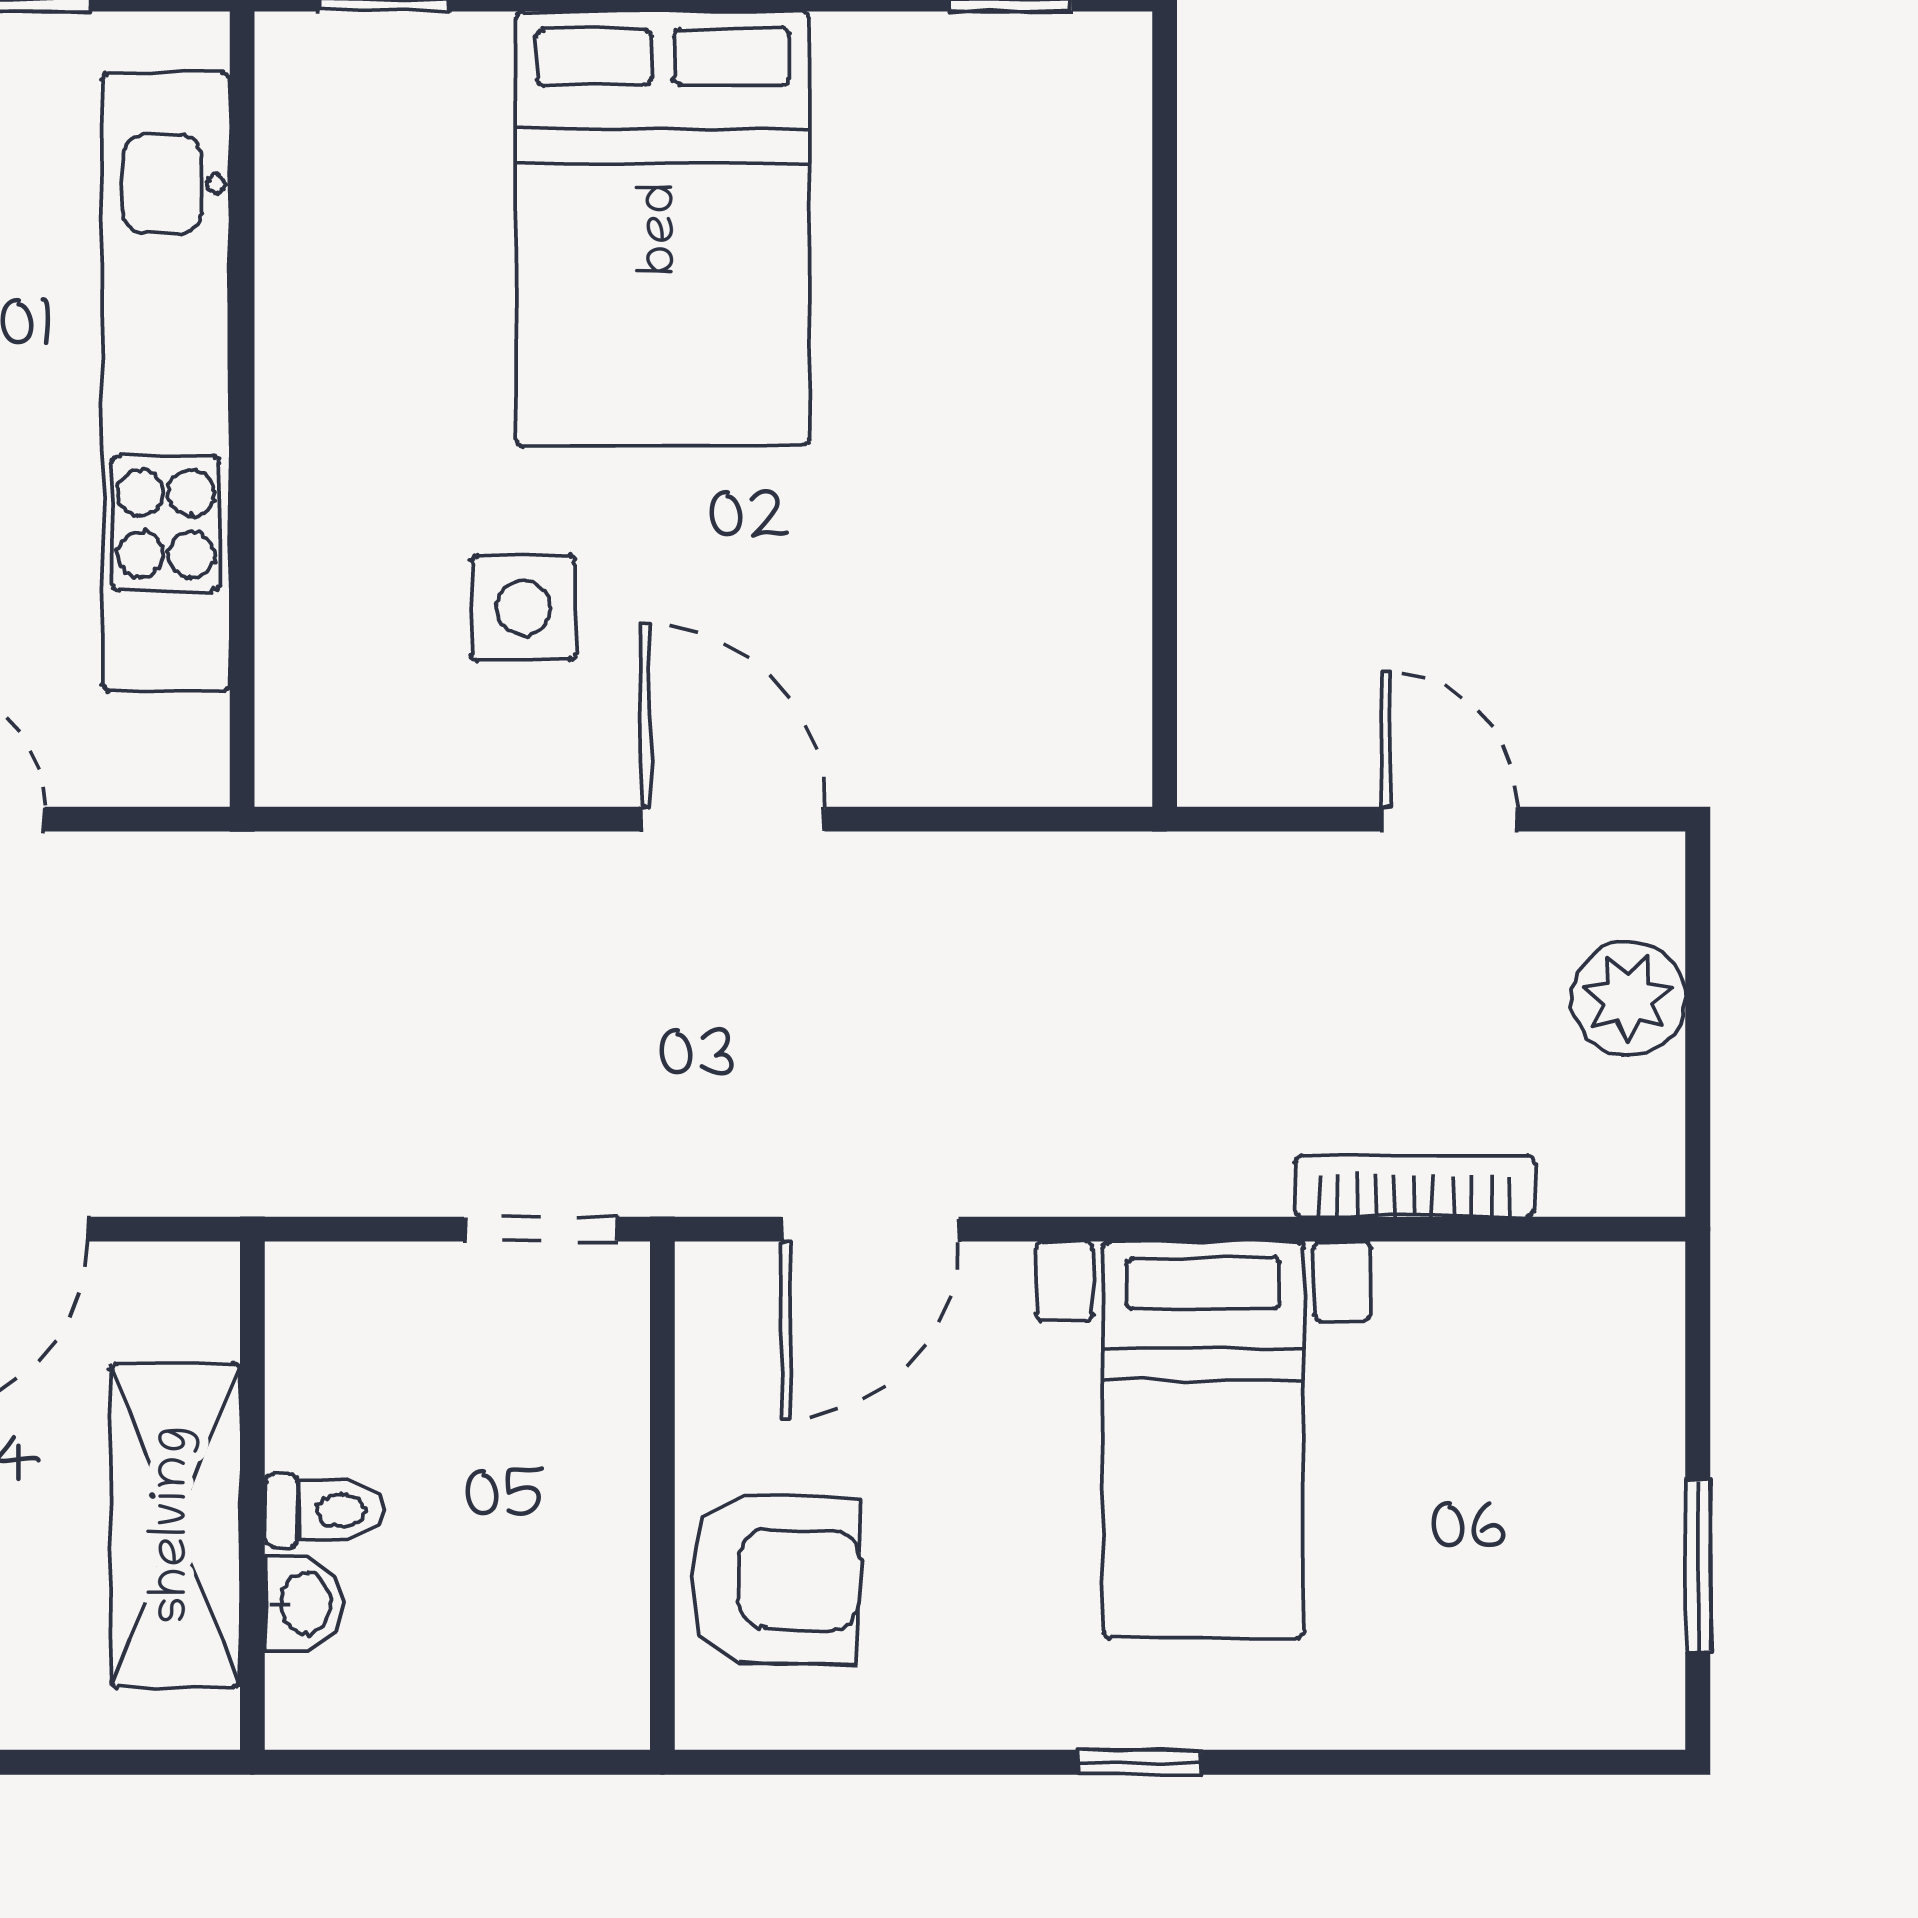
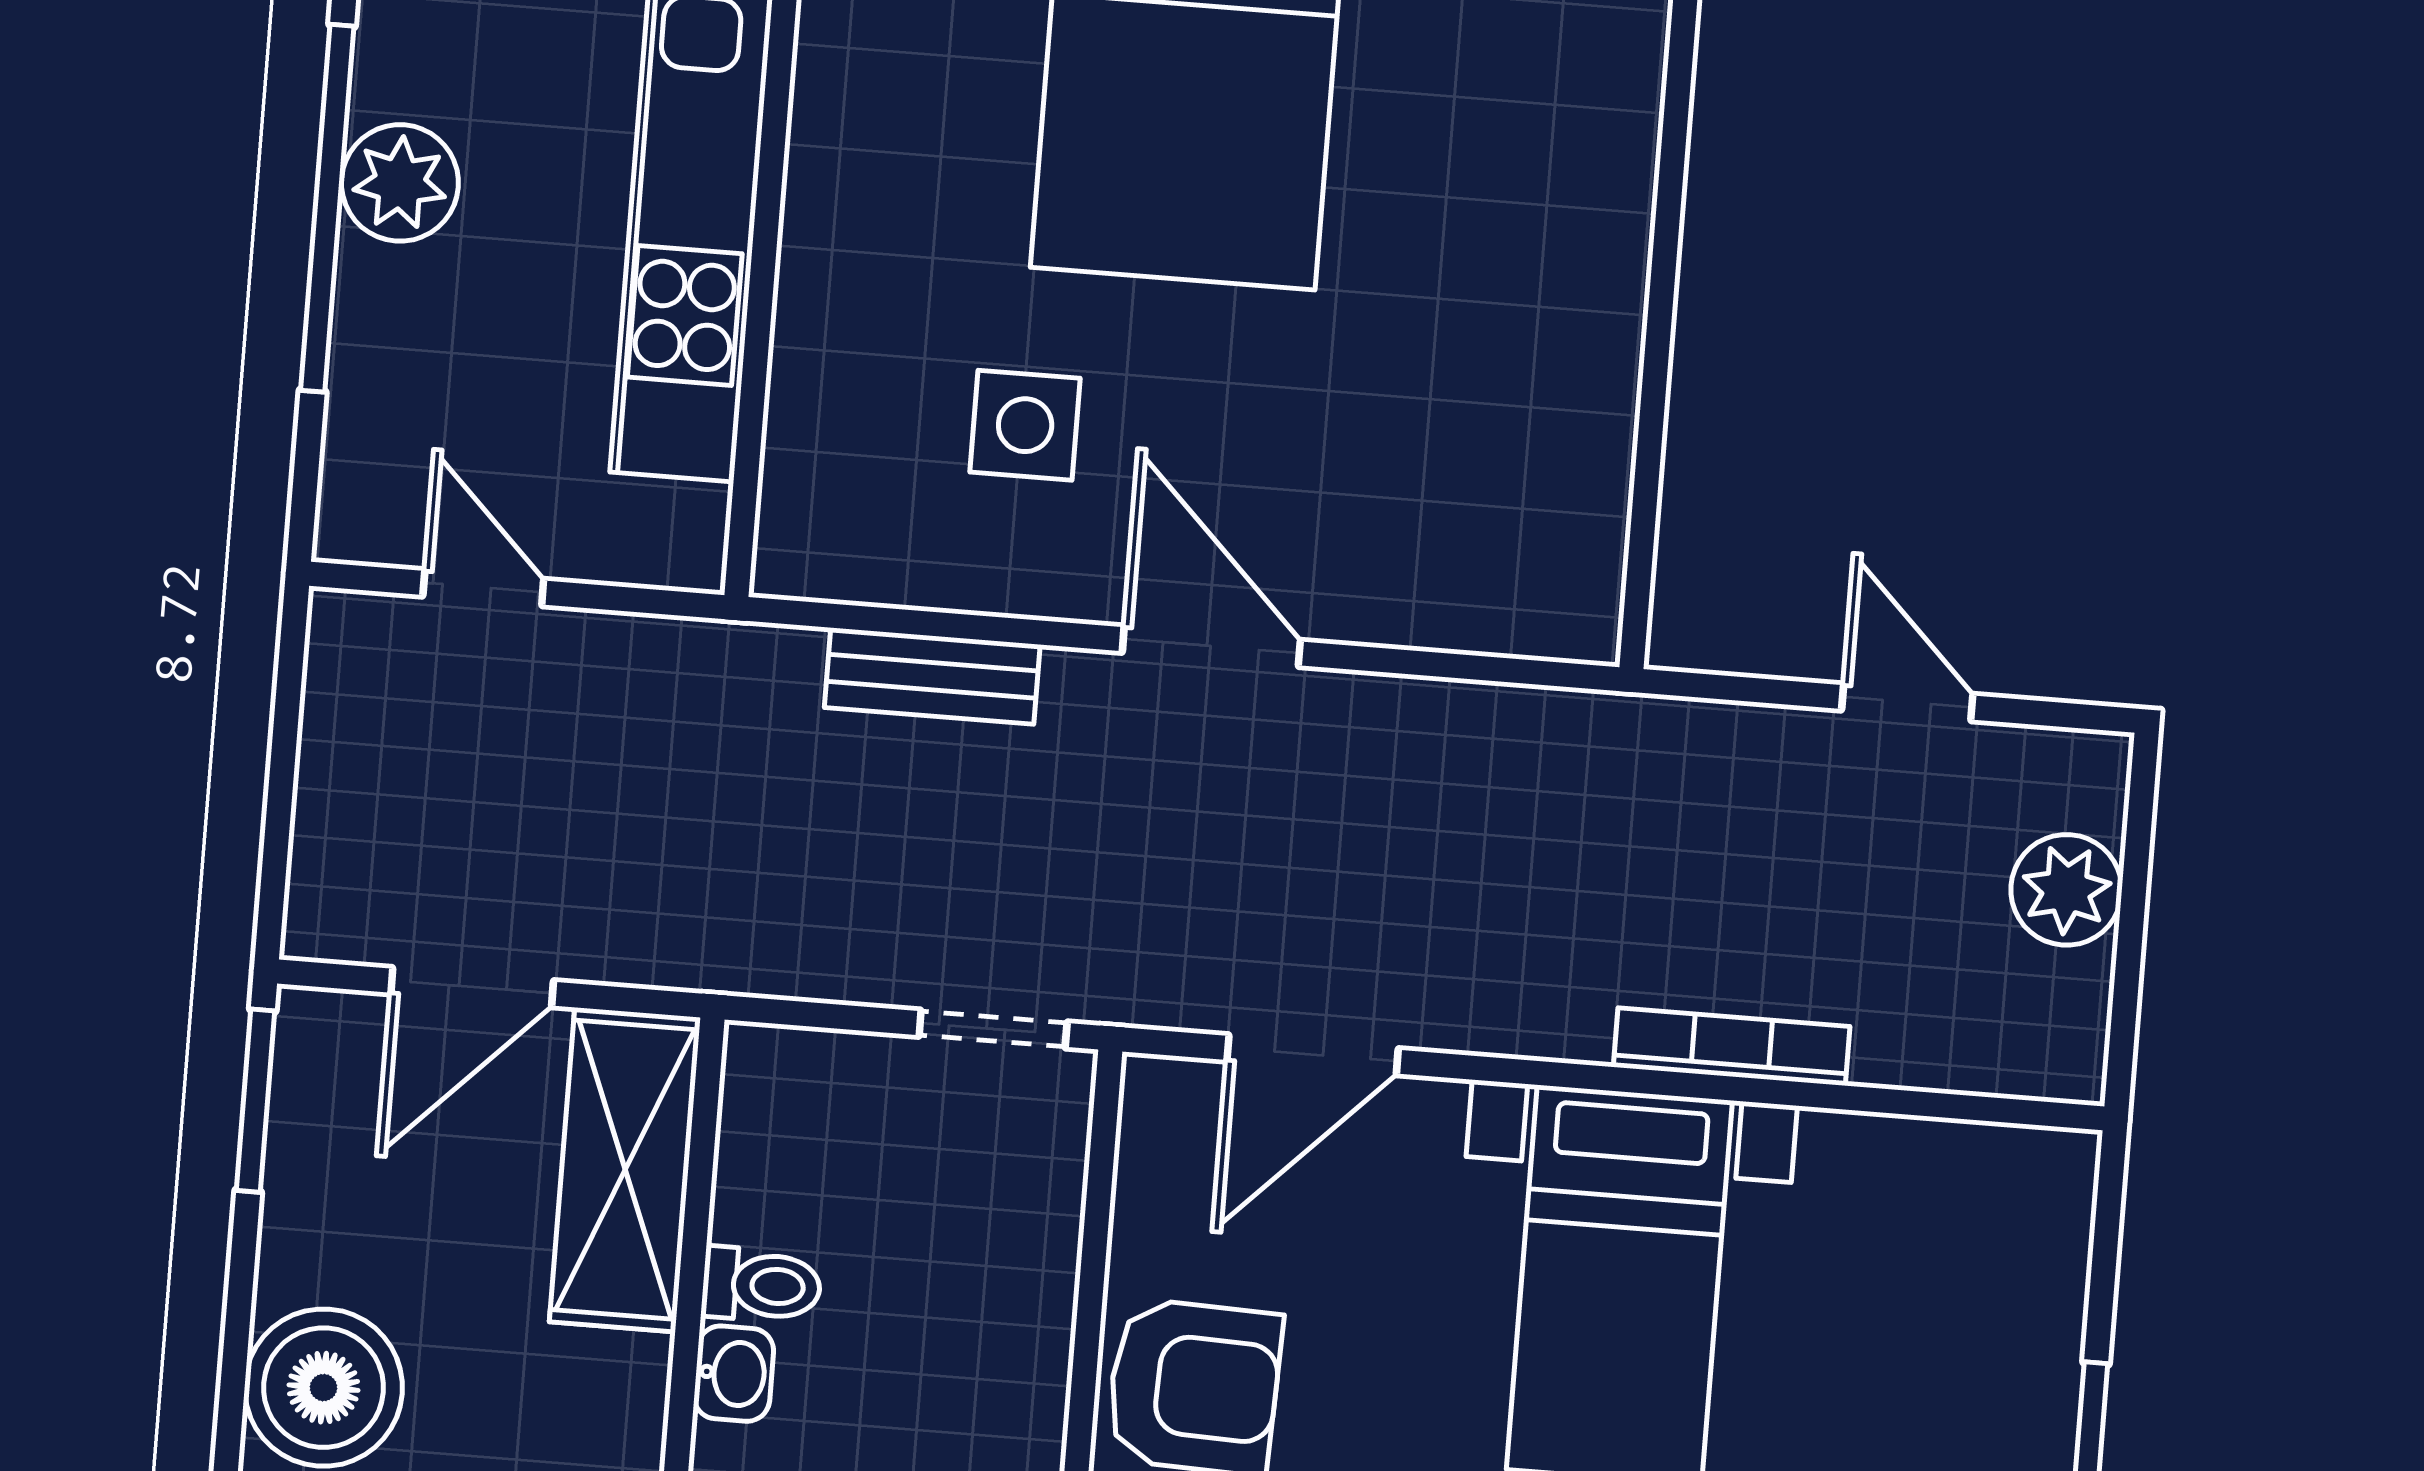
bench: (449, 873) -> (932, 676), added
bookcase: (1414, 1186) -> (1732, 1047), moved
shelving: (175, 1525) -> (625, 1170), moved

